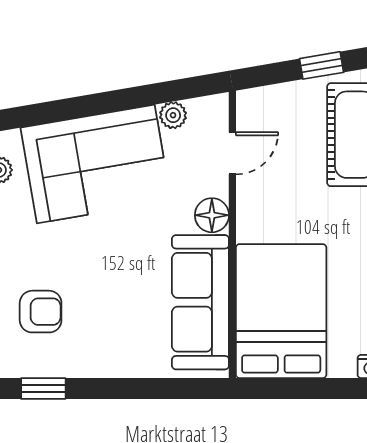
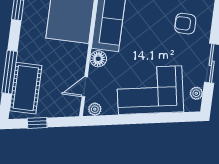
plant: (173, 115) -> (95, 109), moved

